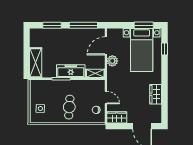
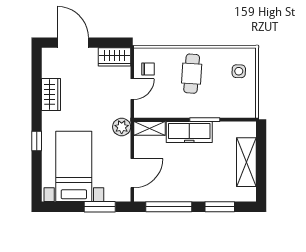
window: (144, 25) -> (100, 207), moved
window: (164, 49) -> (37, 141), moved
plant: (112, 61) -> (122, 127), moved
shelving: (36, 63) -> (246, 162), moved
door: (106, 97) -> (132, 89), swing flipped

